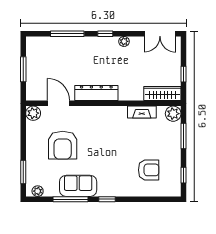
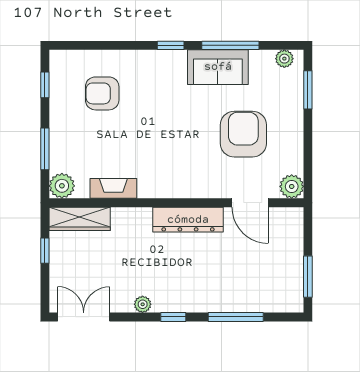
window: (23, 69) -> (308, 277), moved

